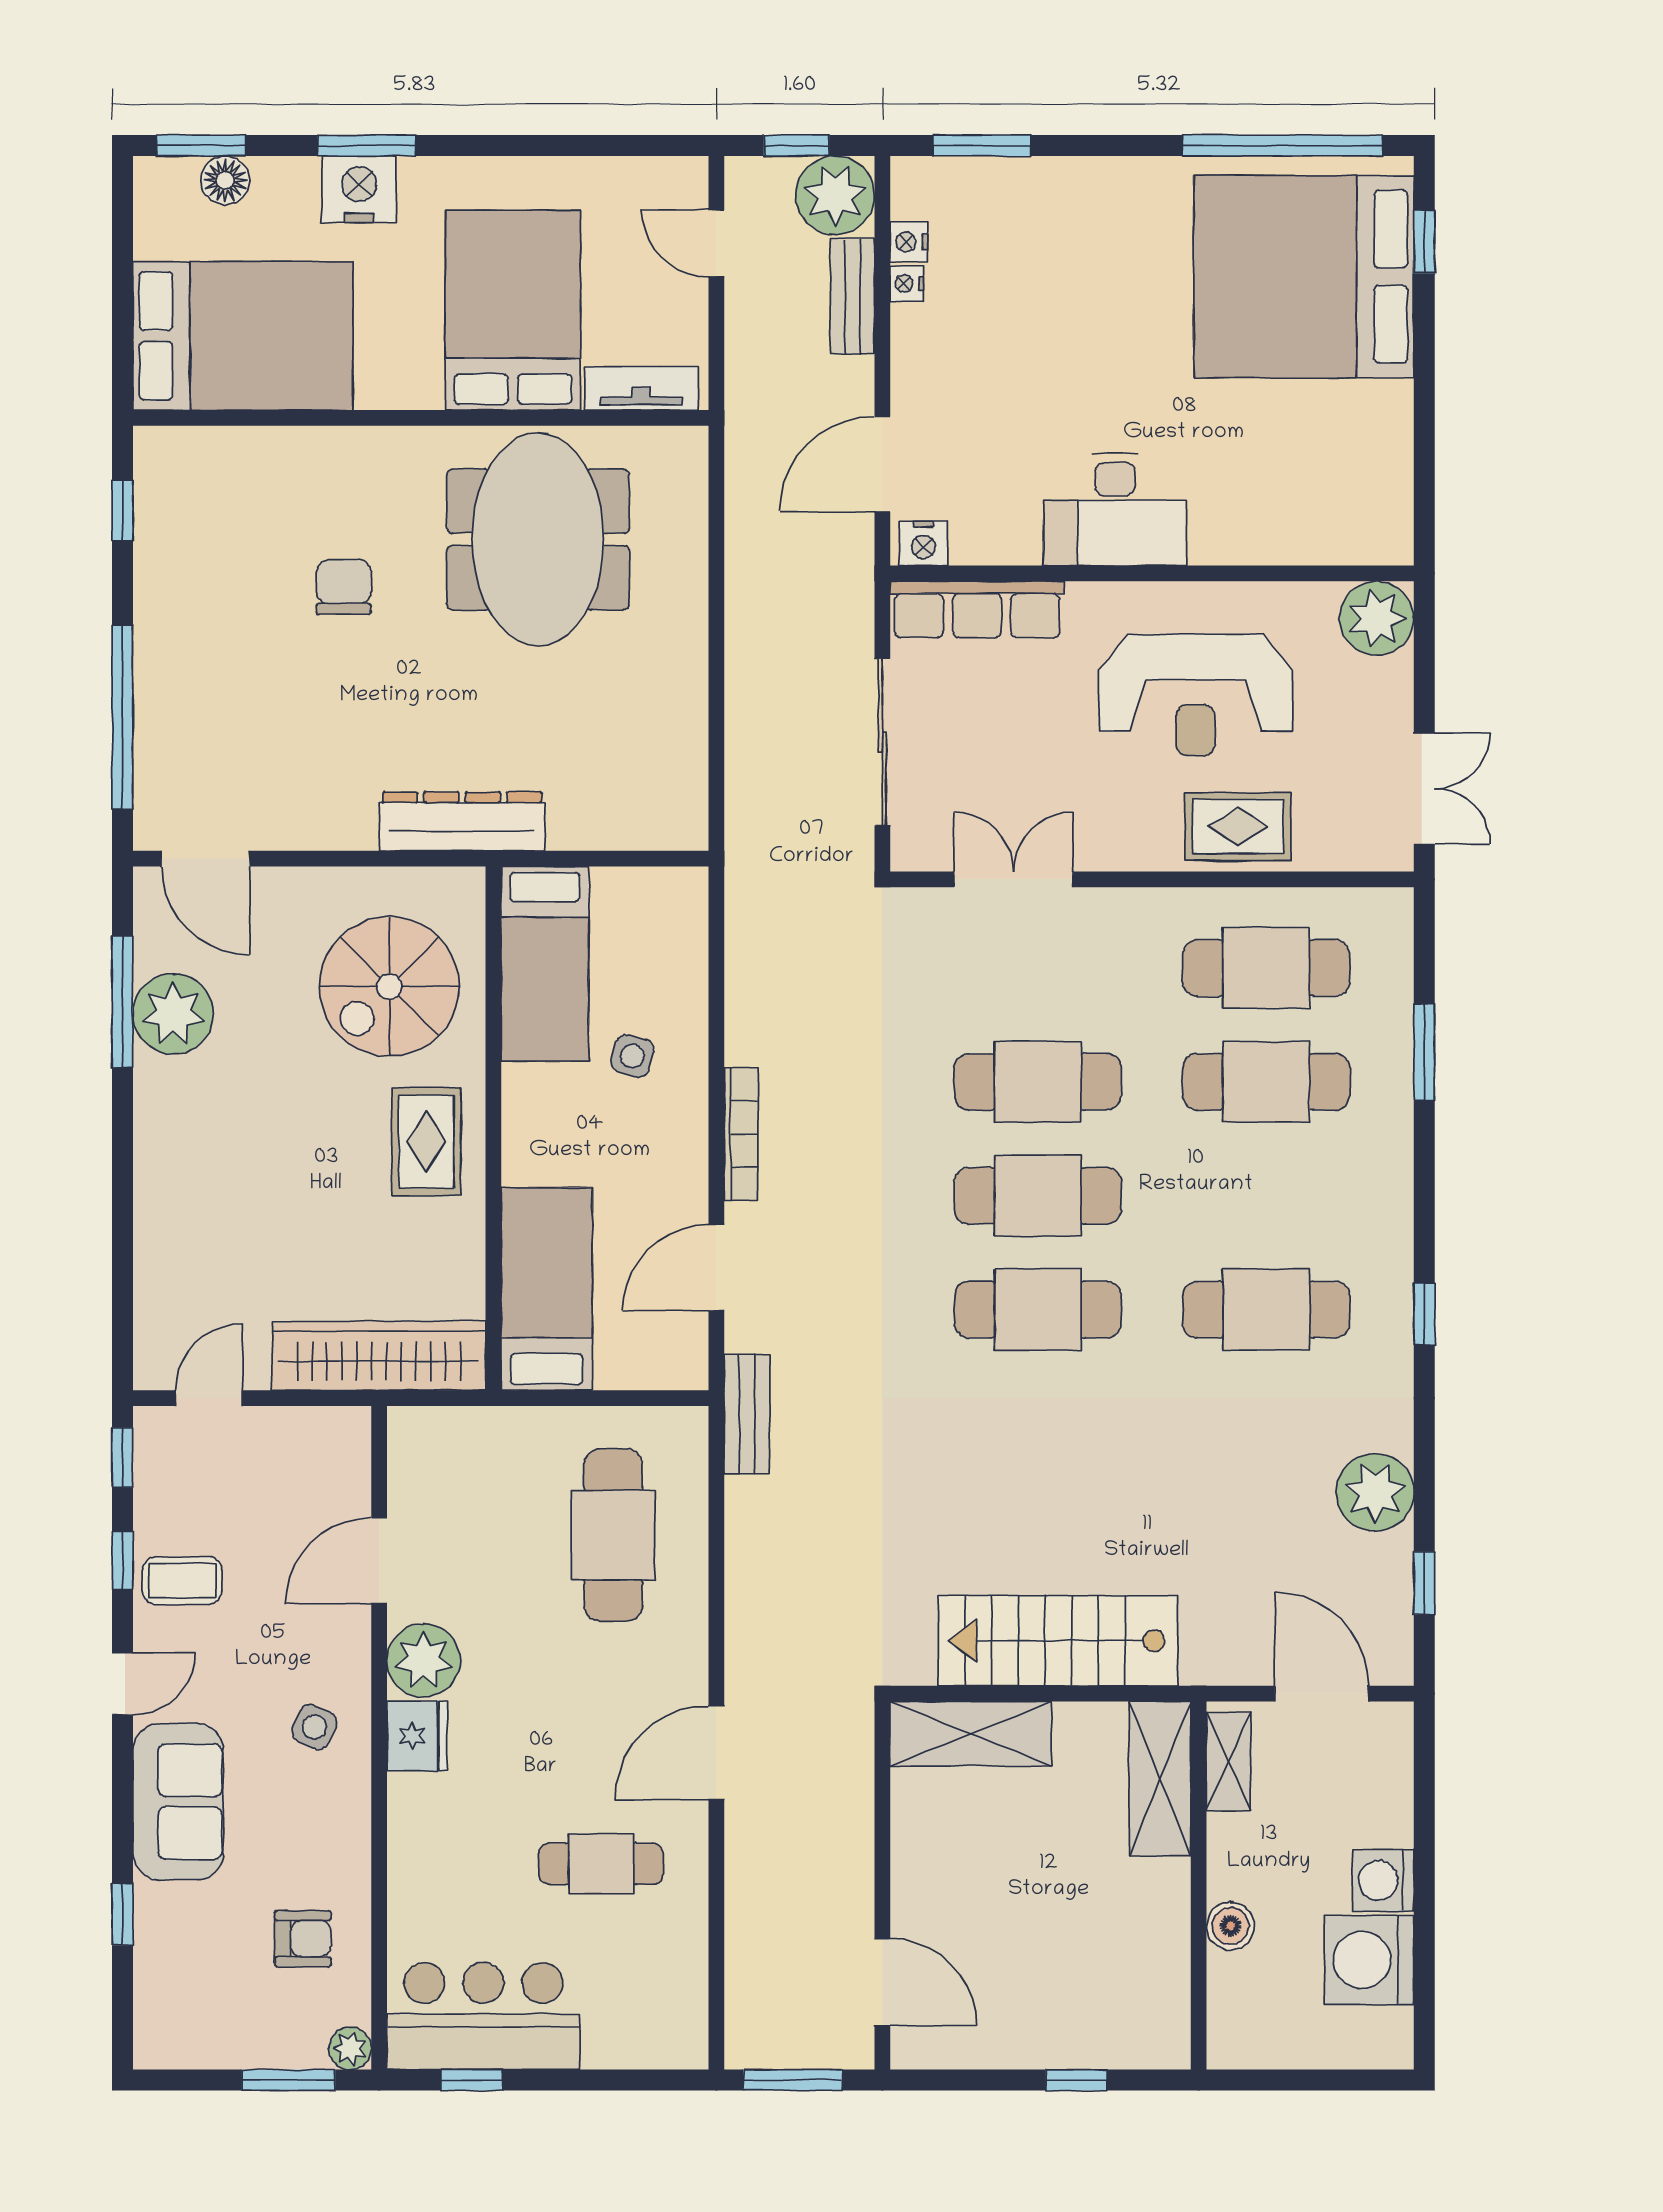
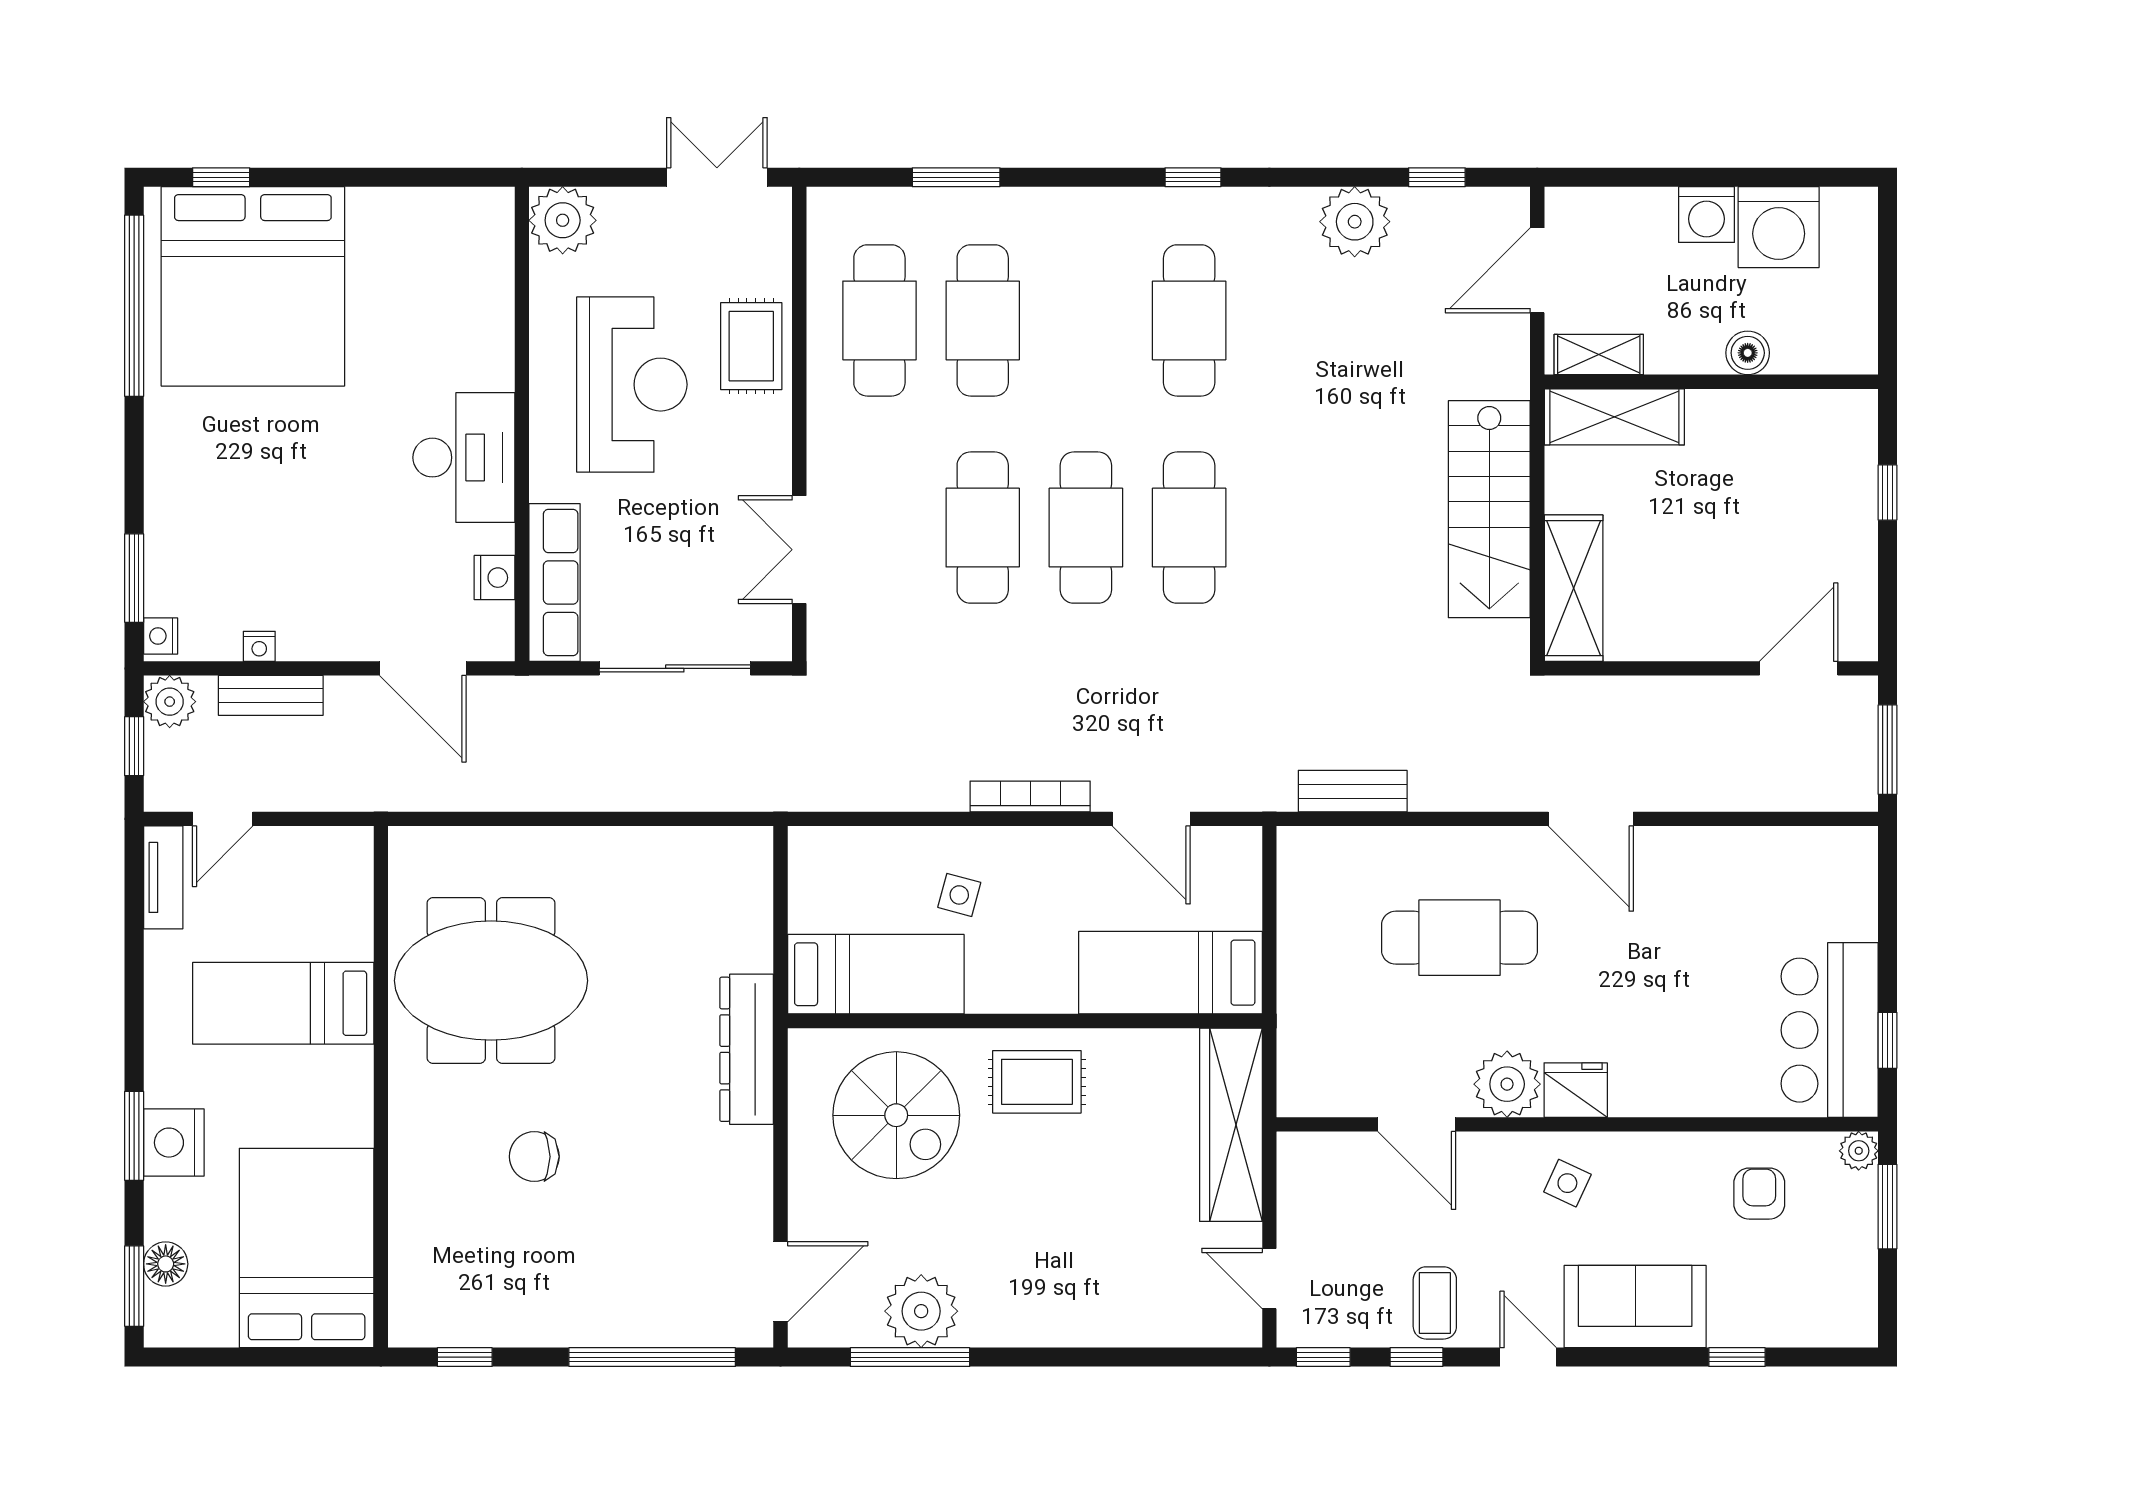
plant: (835, 195) -> (170, 702), width x0.73, depth x0.73
nightstand: (909, 242) -> (161, 636), moved, turned 90
bed: (513, 310) -> (283, 1003), width x0.67
tv unit: (641, 388) -> (163, 877), moved, turned 180
nightstand: (923, 543) -> (495, 578), moved
bench: (747, 1414) -> (1353, 791), moved
cafe table: (613, 1535) -> (1460, 938), moved
cafe table: (601, 1864) -> (1691, 923), removed

